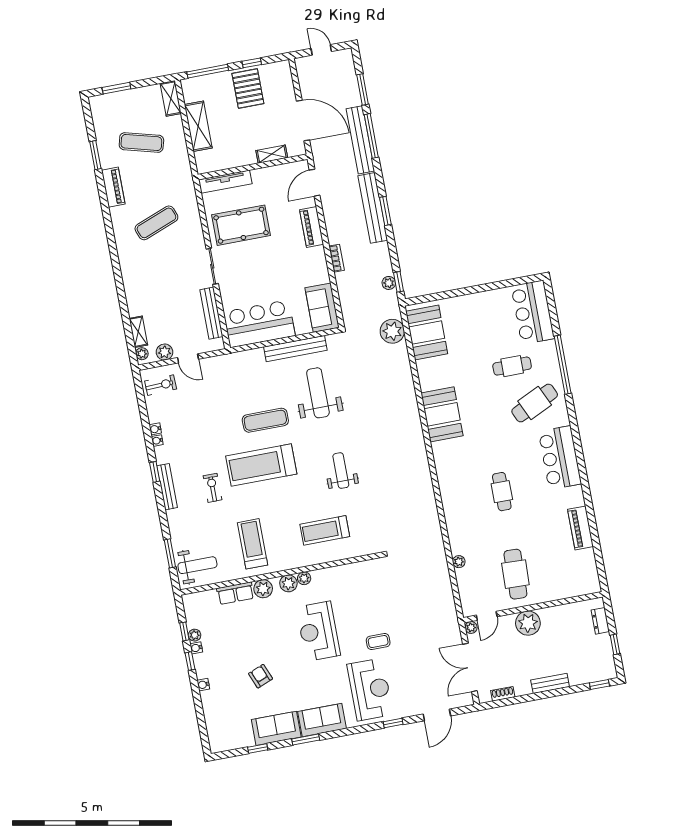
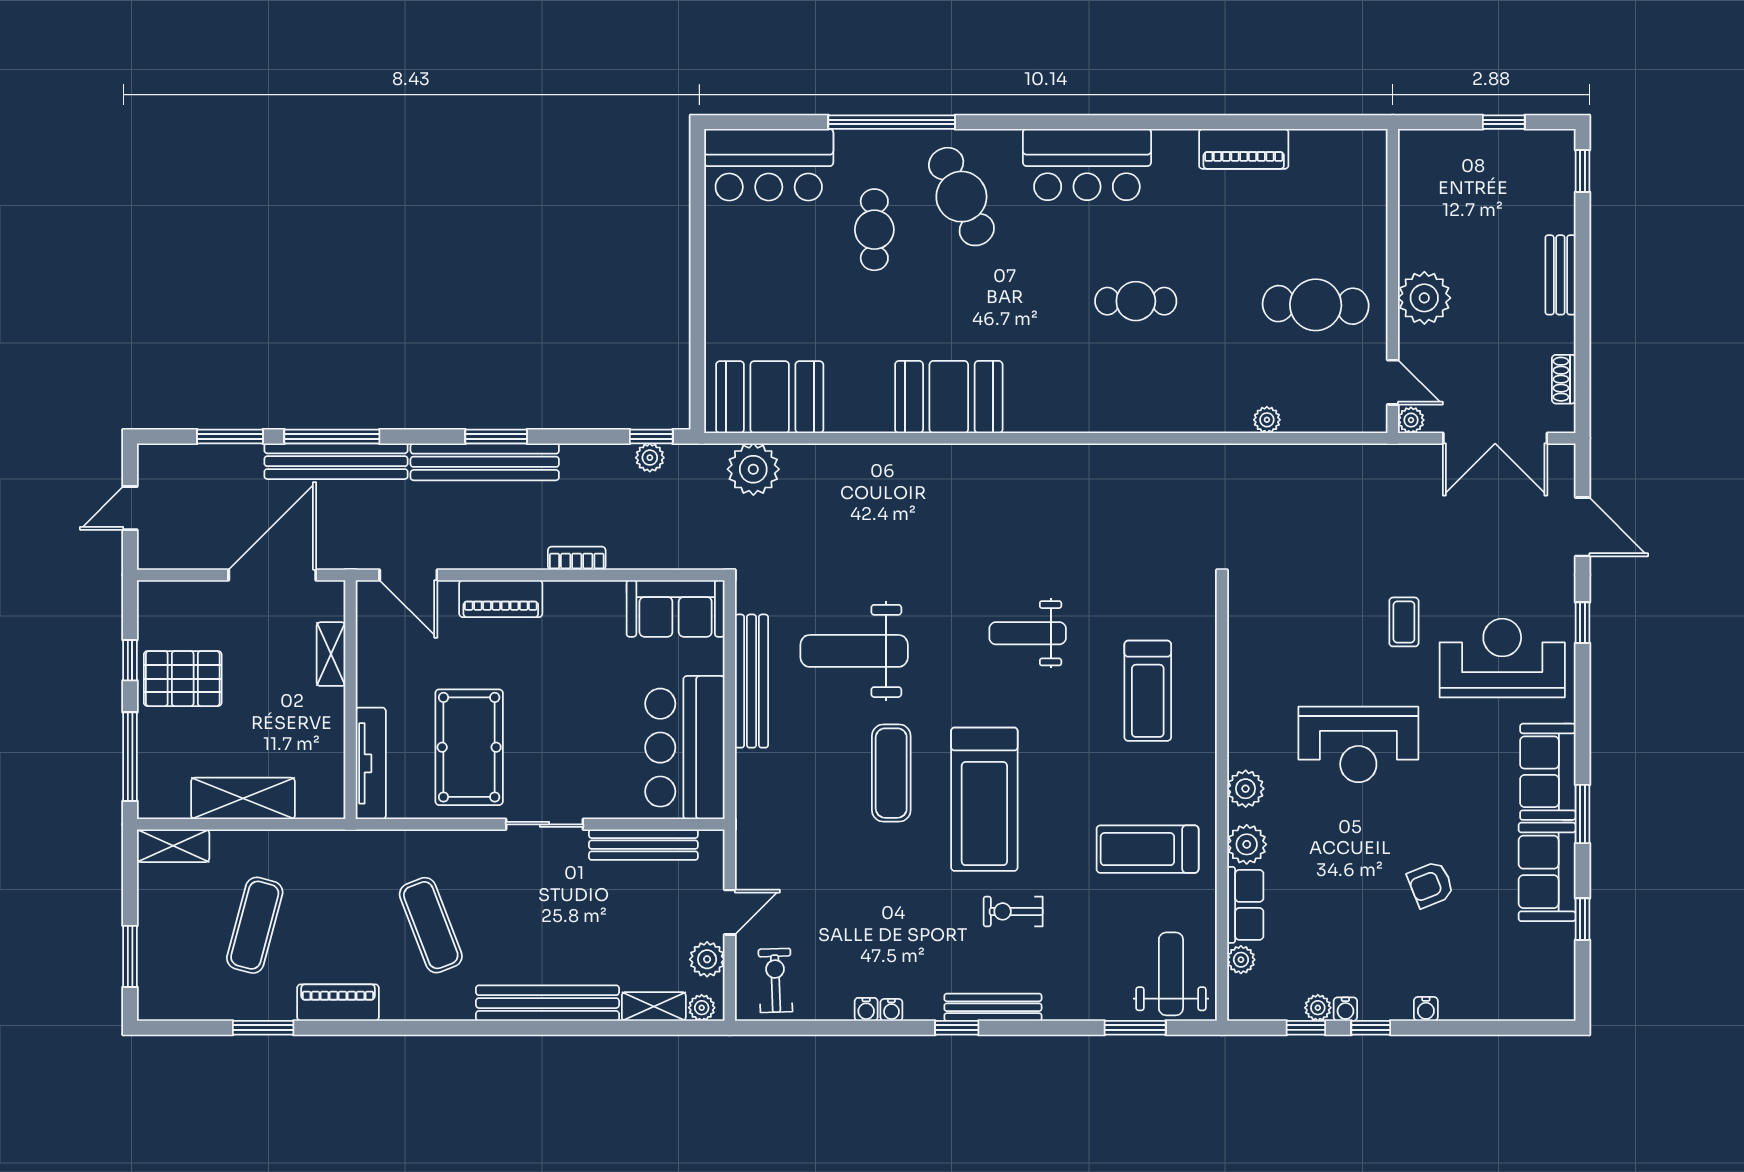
bench: (131, 283) -> (547, 1003), added
plant: (304, 578) -> (1241, 960), moved
dresser: (600, 621) -> (1448, 144), removed

